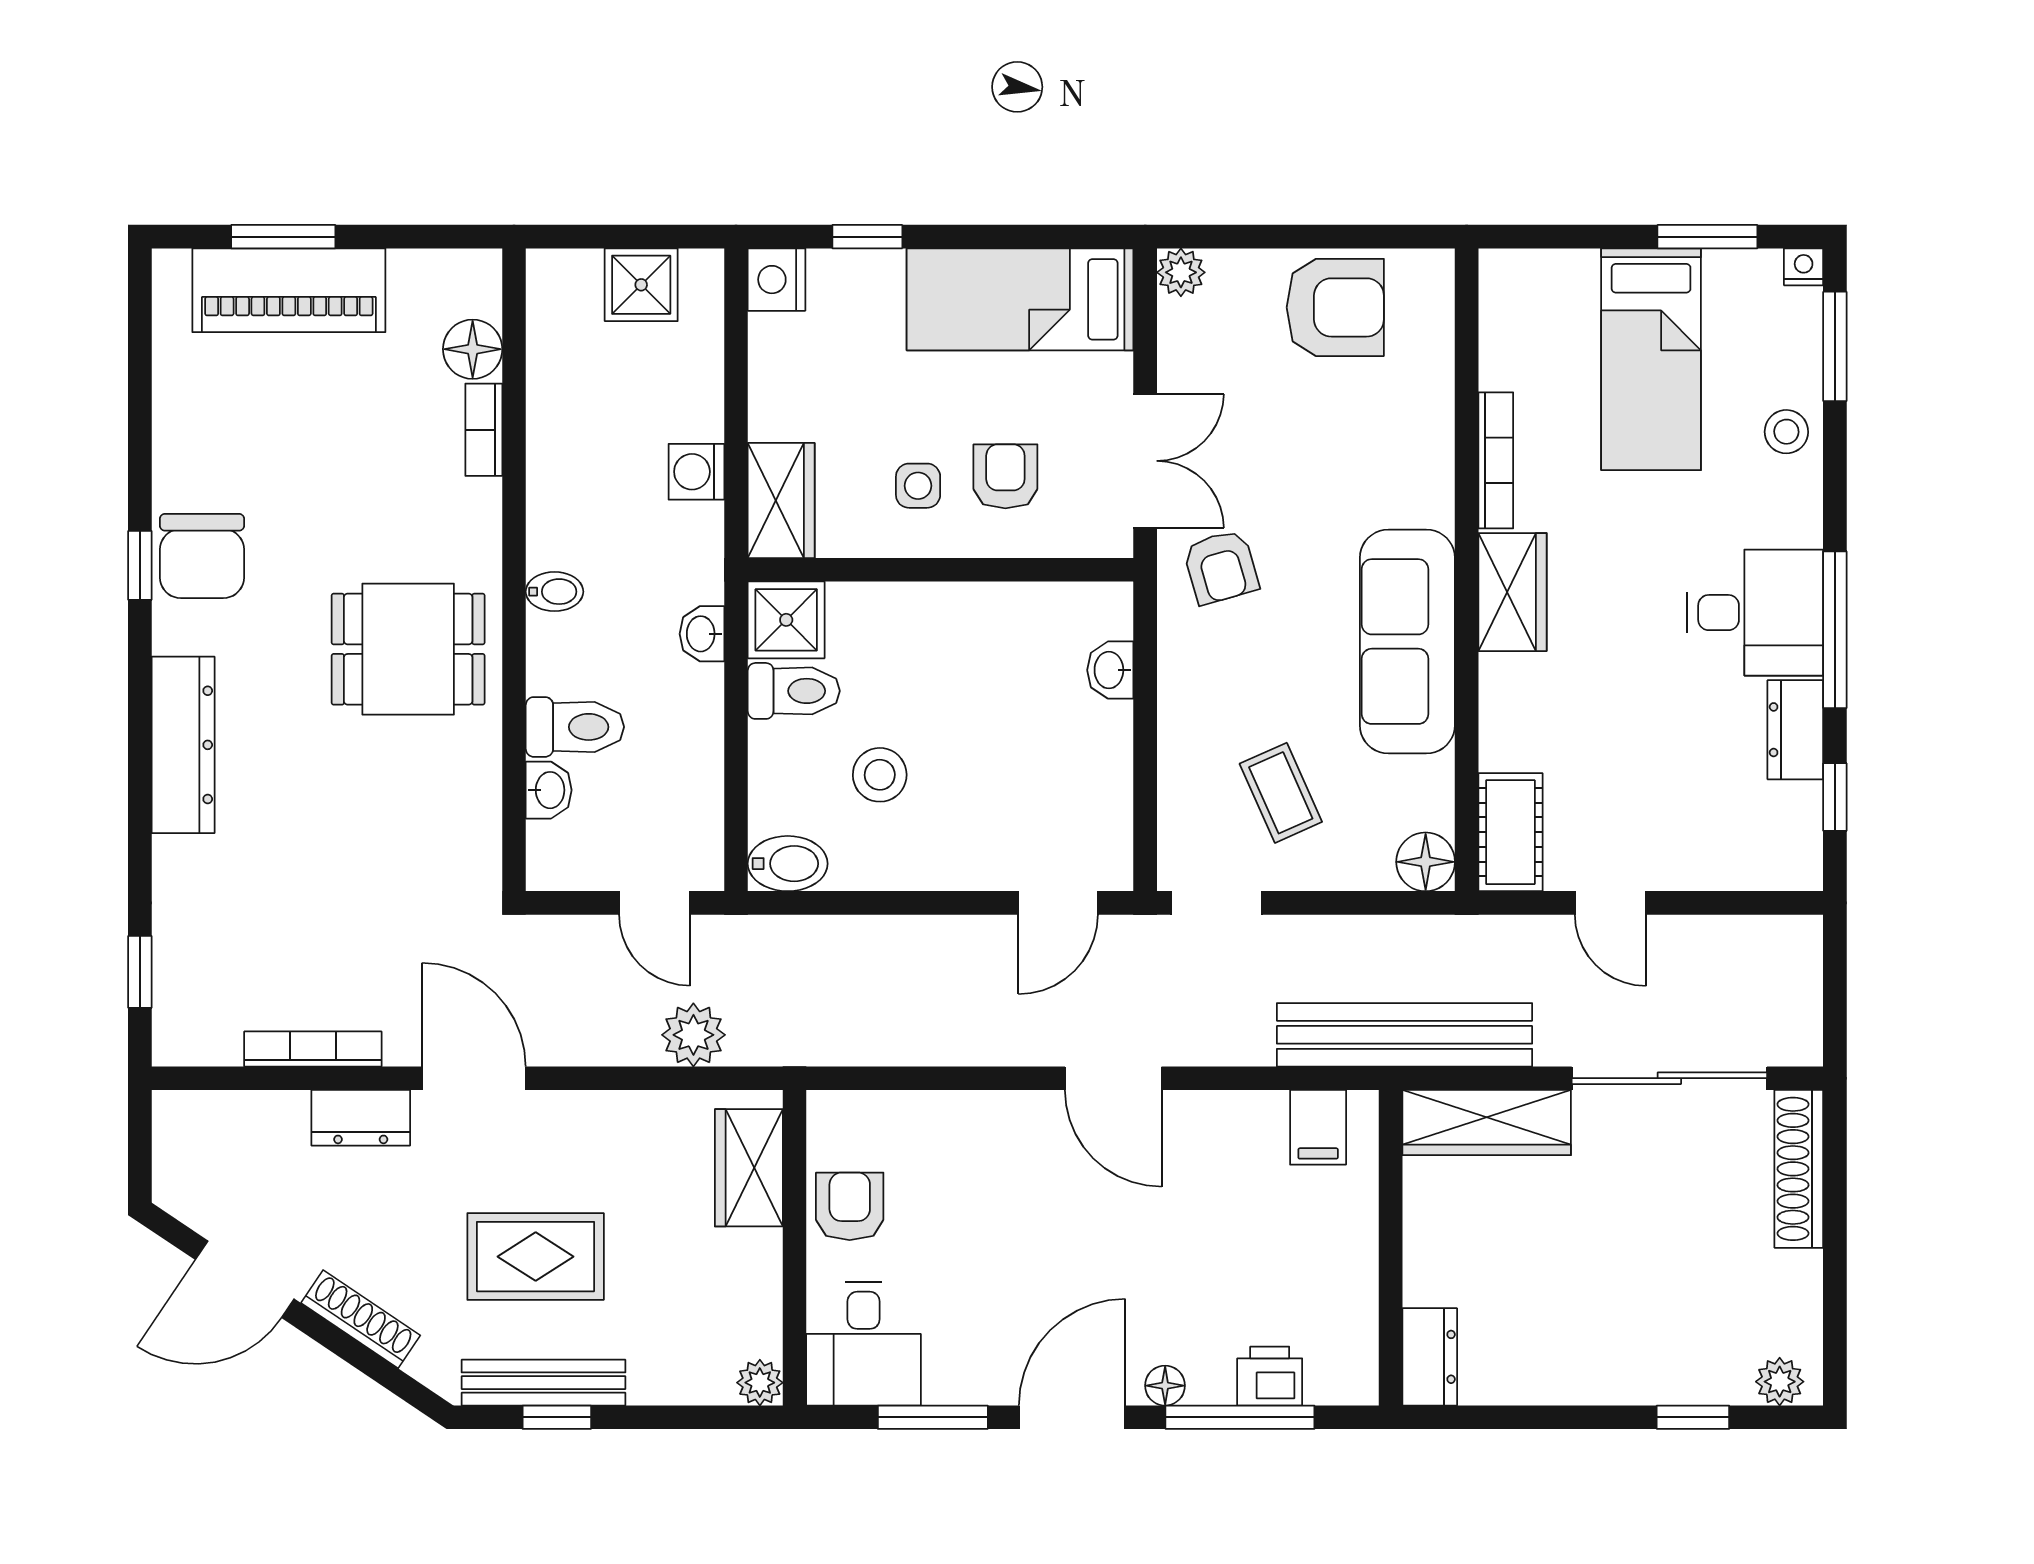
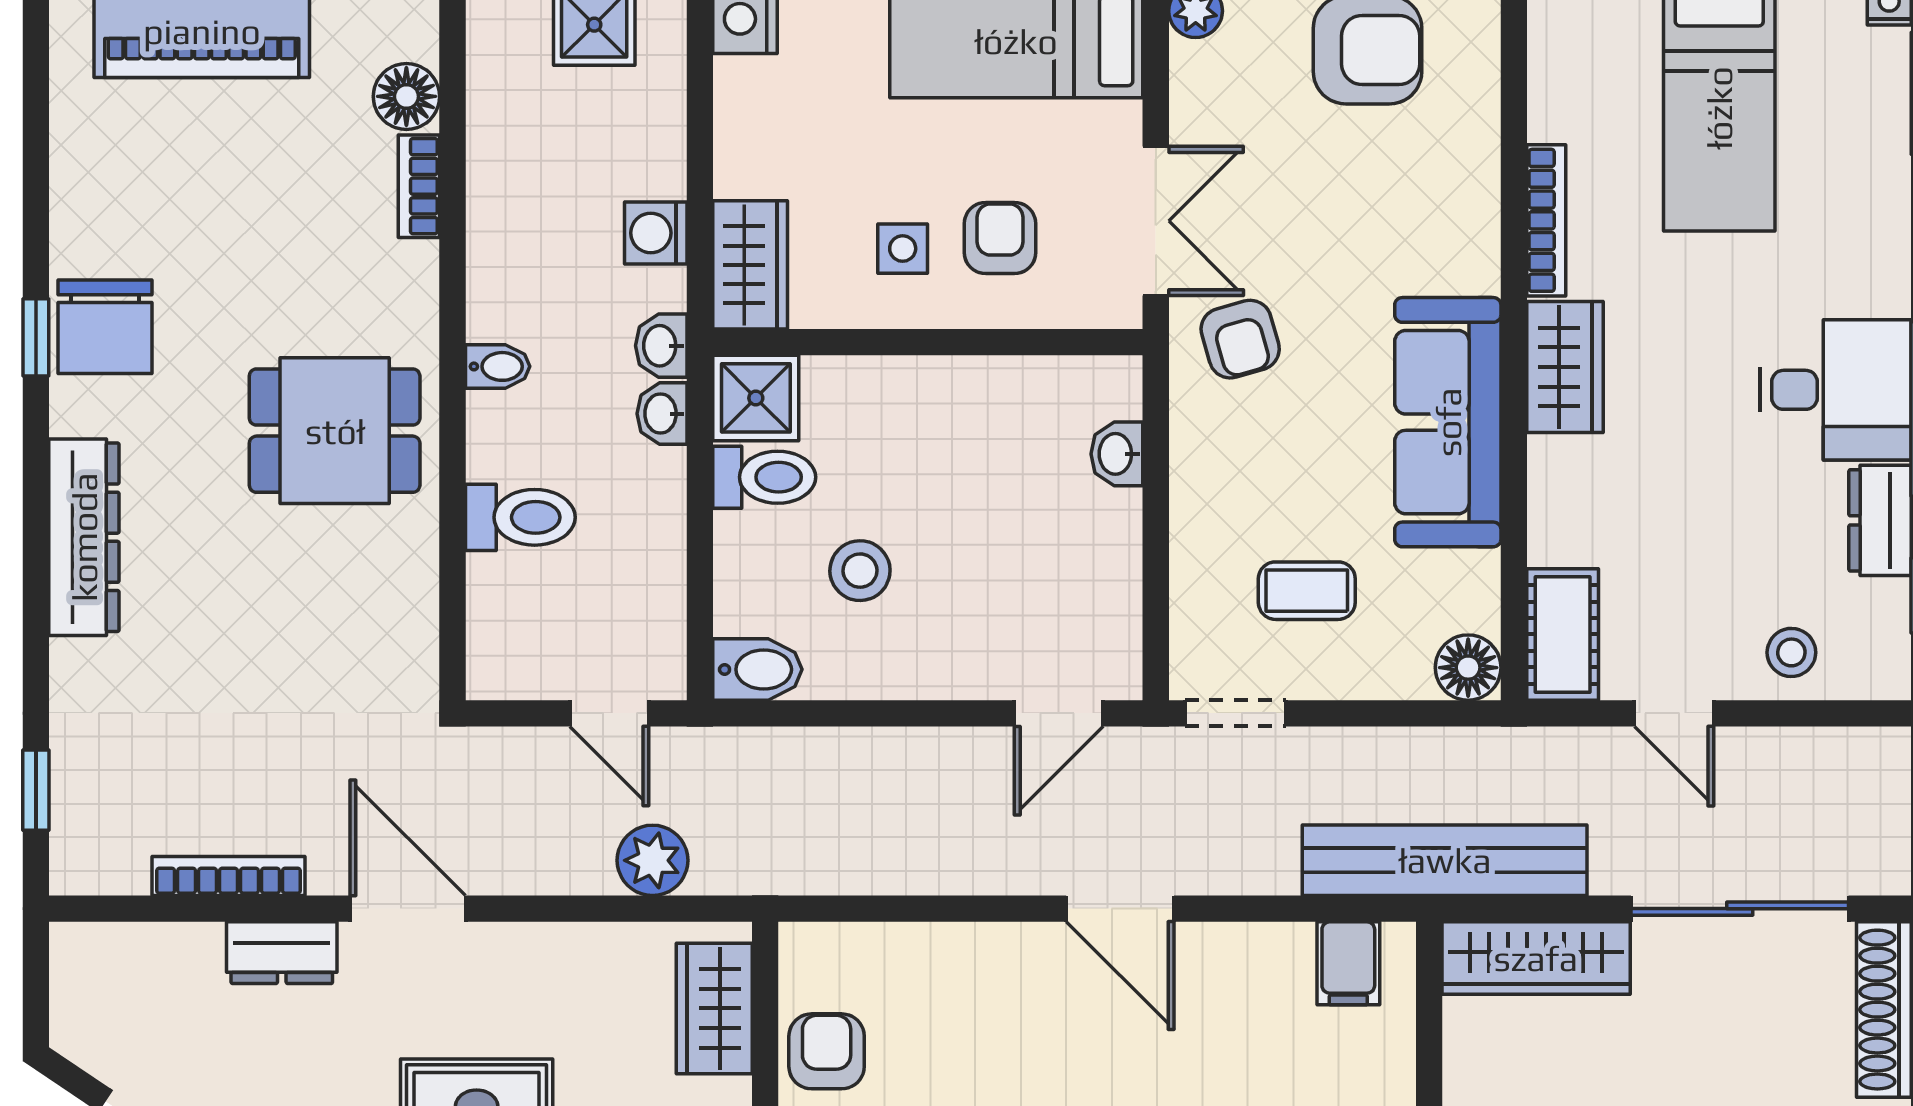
stool: (1786, 432) -> (1791, 652), moved
washbasin: (549, 790) -> (661, 346), moved, turned 180
coffee table: (1281, 793) -> (1307, 591), turned -66

